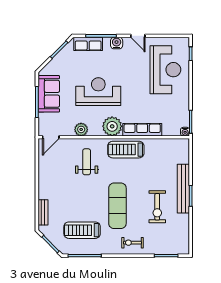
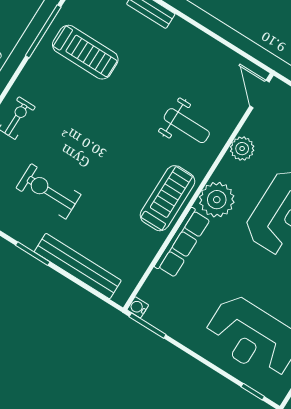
bench: (183, 189) -> (78, 266), moved
exercise mat: (117, 206) -> (89, 131), removed
treadmill: (82, 230) -> (85, 52), turned 90

